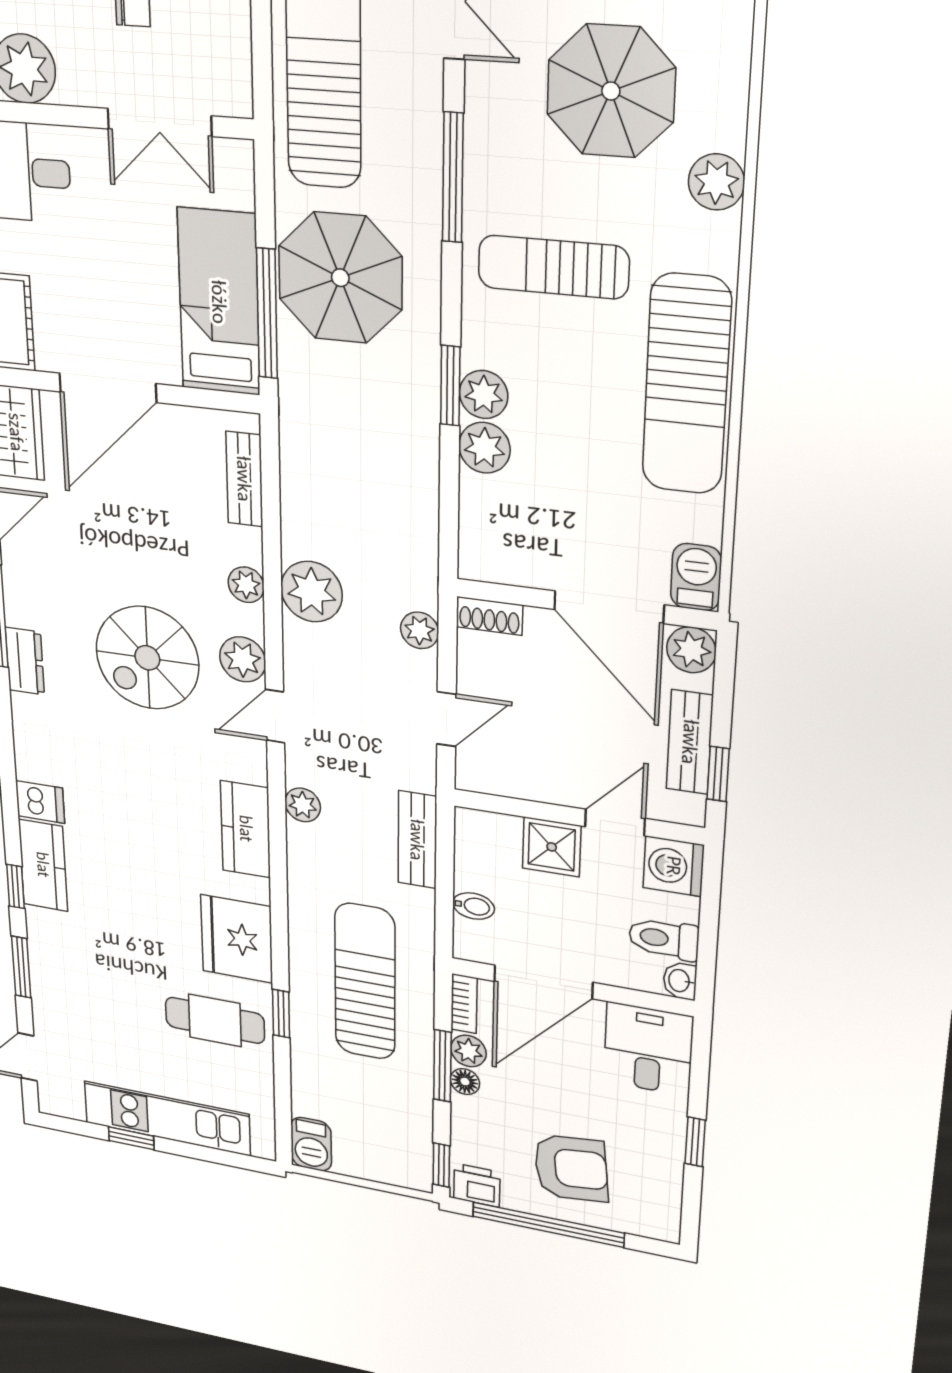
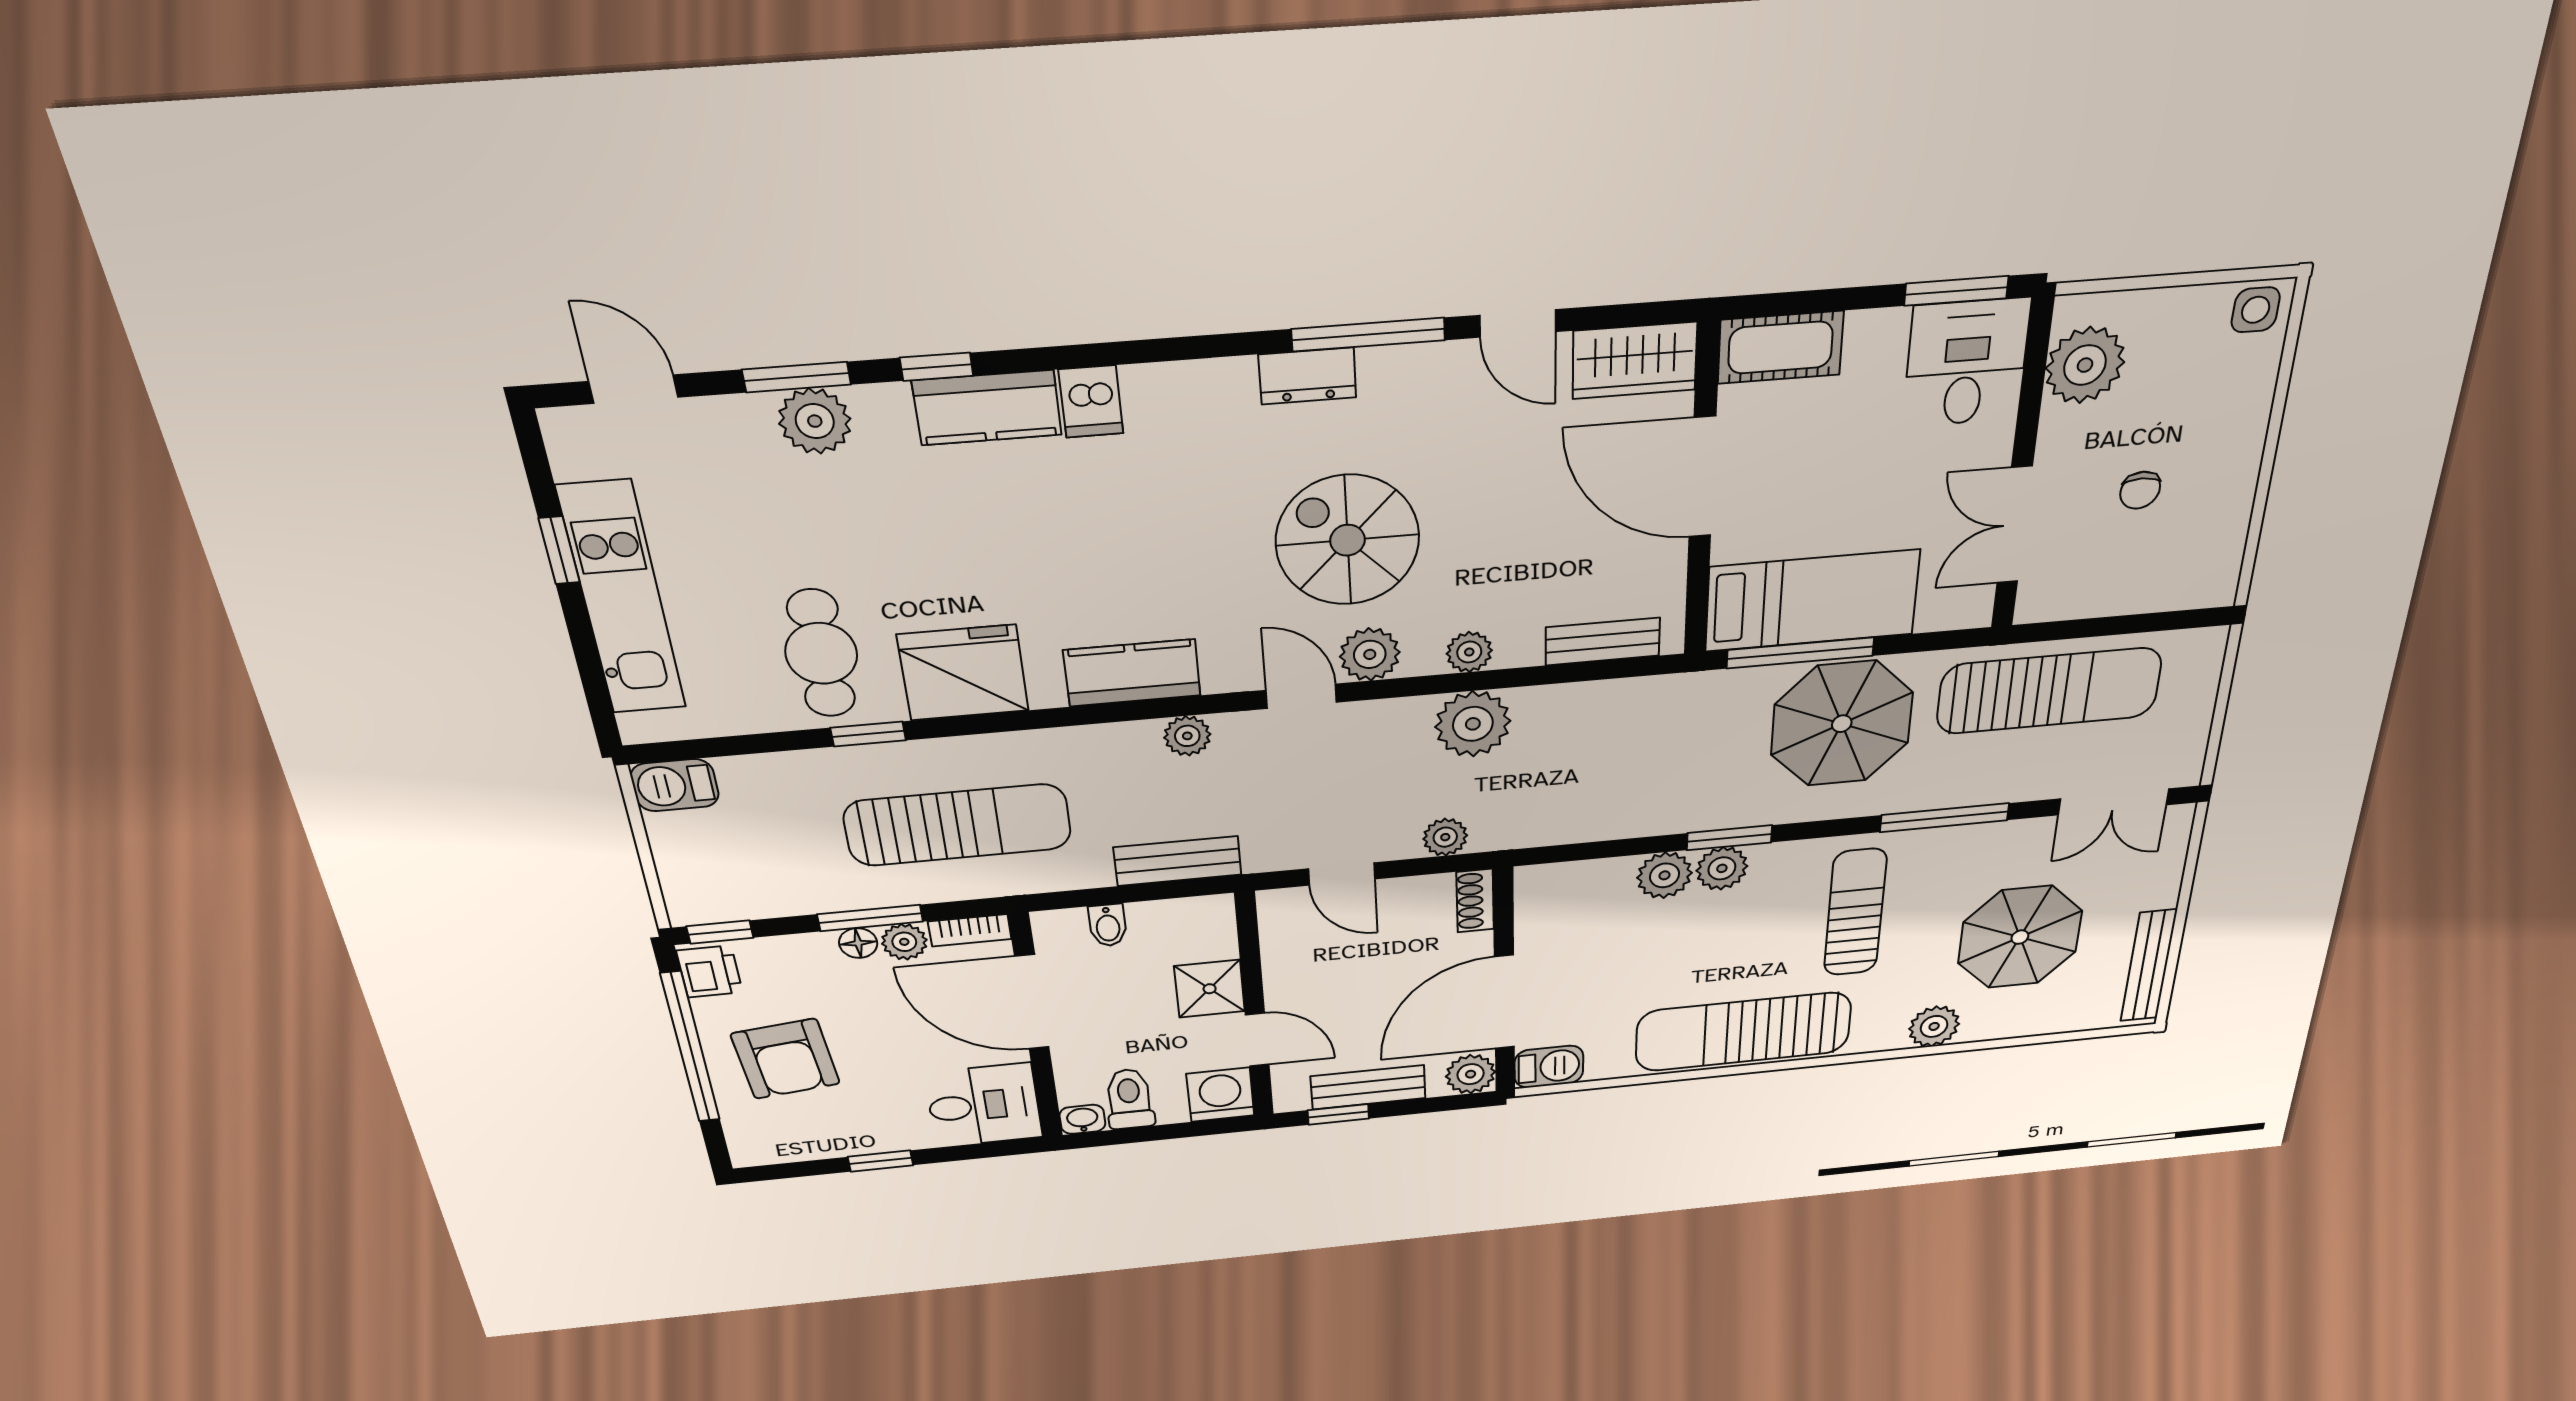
plant: (50, 967) -> (815, 421), added

